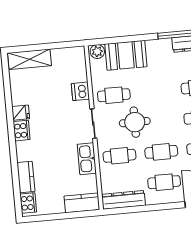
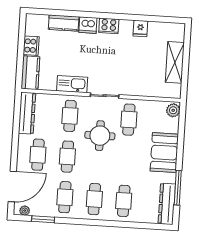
booth: (126, 55) -> (164, 153), moved
shelving: (29, 59) -> (175, 62), moved
dishwasher: (80, 91) -> (88, 25), moved, turned 180
fridge: (21, 113) -> (140, 28), moved
cooker: (28, 203) -> (31, 46), moved, turned -90

